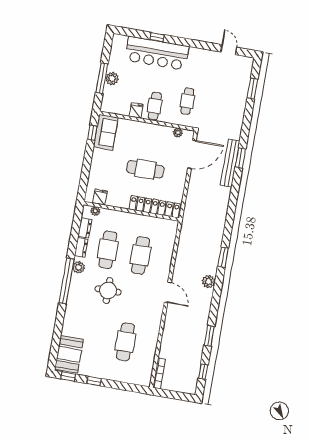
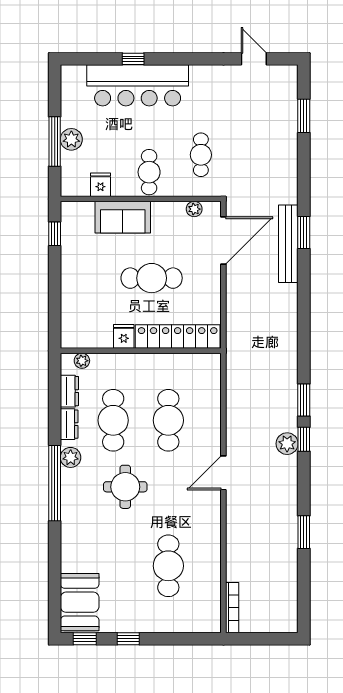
fridge: (136, 110) -> (100, 185), moved
sofa: (106, 132) -> (123, 217), moved, turned 90
fridge: (100, 197) -> (124, 336), moved
door: (168, 292) -> (223, 473), swing flipped
window: (203, 372) -> (304, 439), moved

